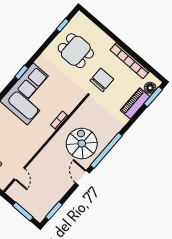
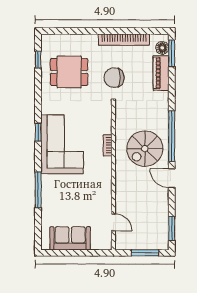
chair: (102, 80) -> (114, 78), turned -90
spiral stairs: (82, 144) -> (145, 149), turned -90

